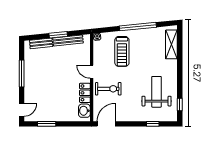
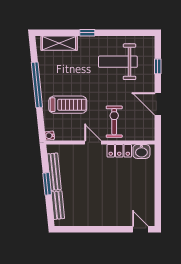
door: (92, 72) -> (93, 142), swing flipped
window: (22, 73) -> (95, 229), removed
window: (180, 105) -> (87, 33), moved
window: (47, 124) -> (158, 198), removed
door: (106, 124) -> (158, 104), moved

